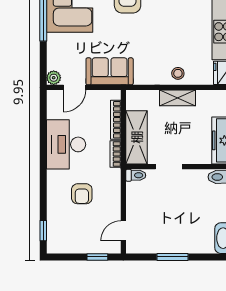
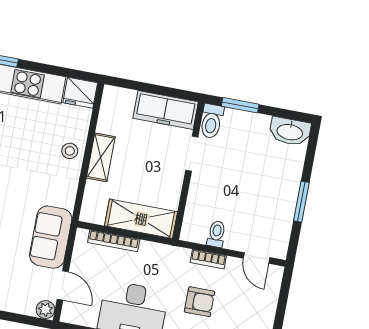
bookcase: (115, 154) -> (208, 259), moved
doorway: (169, 167) -> (192, 154), moved
toilet: (136, 175) -> (216, 234), moved
window: (97, 257) -> (283, 297), removed

